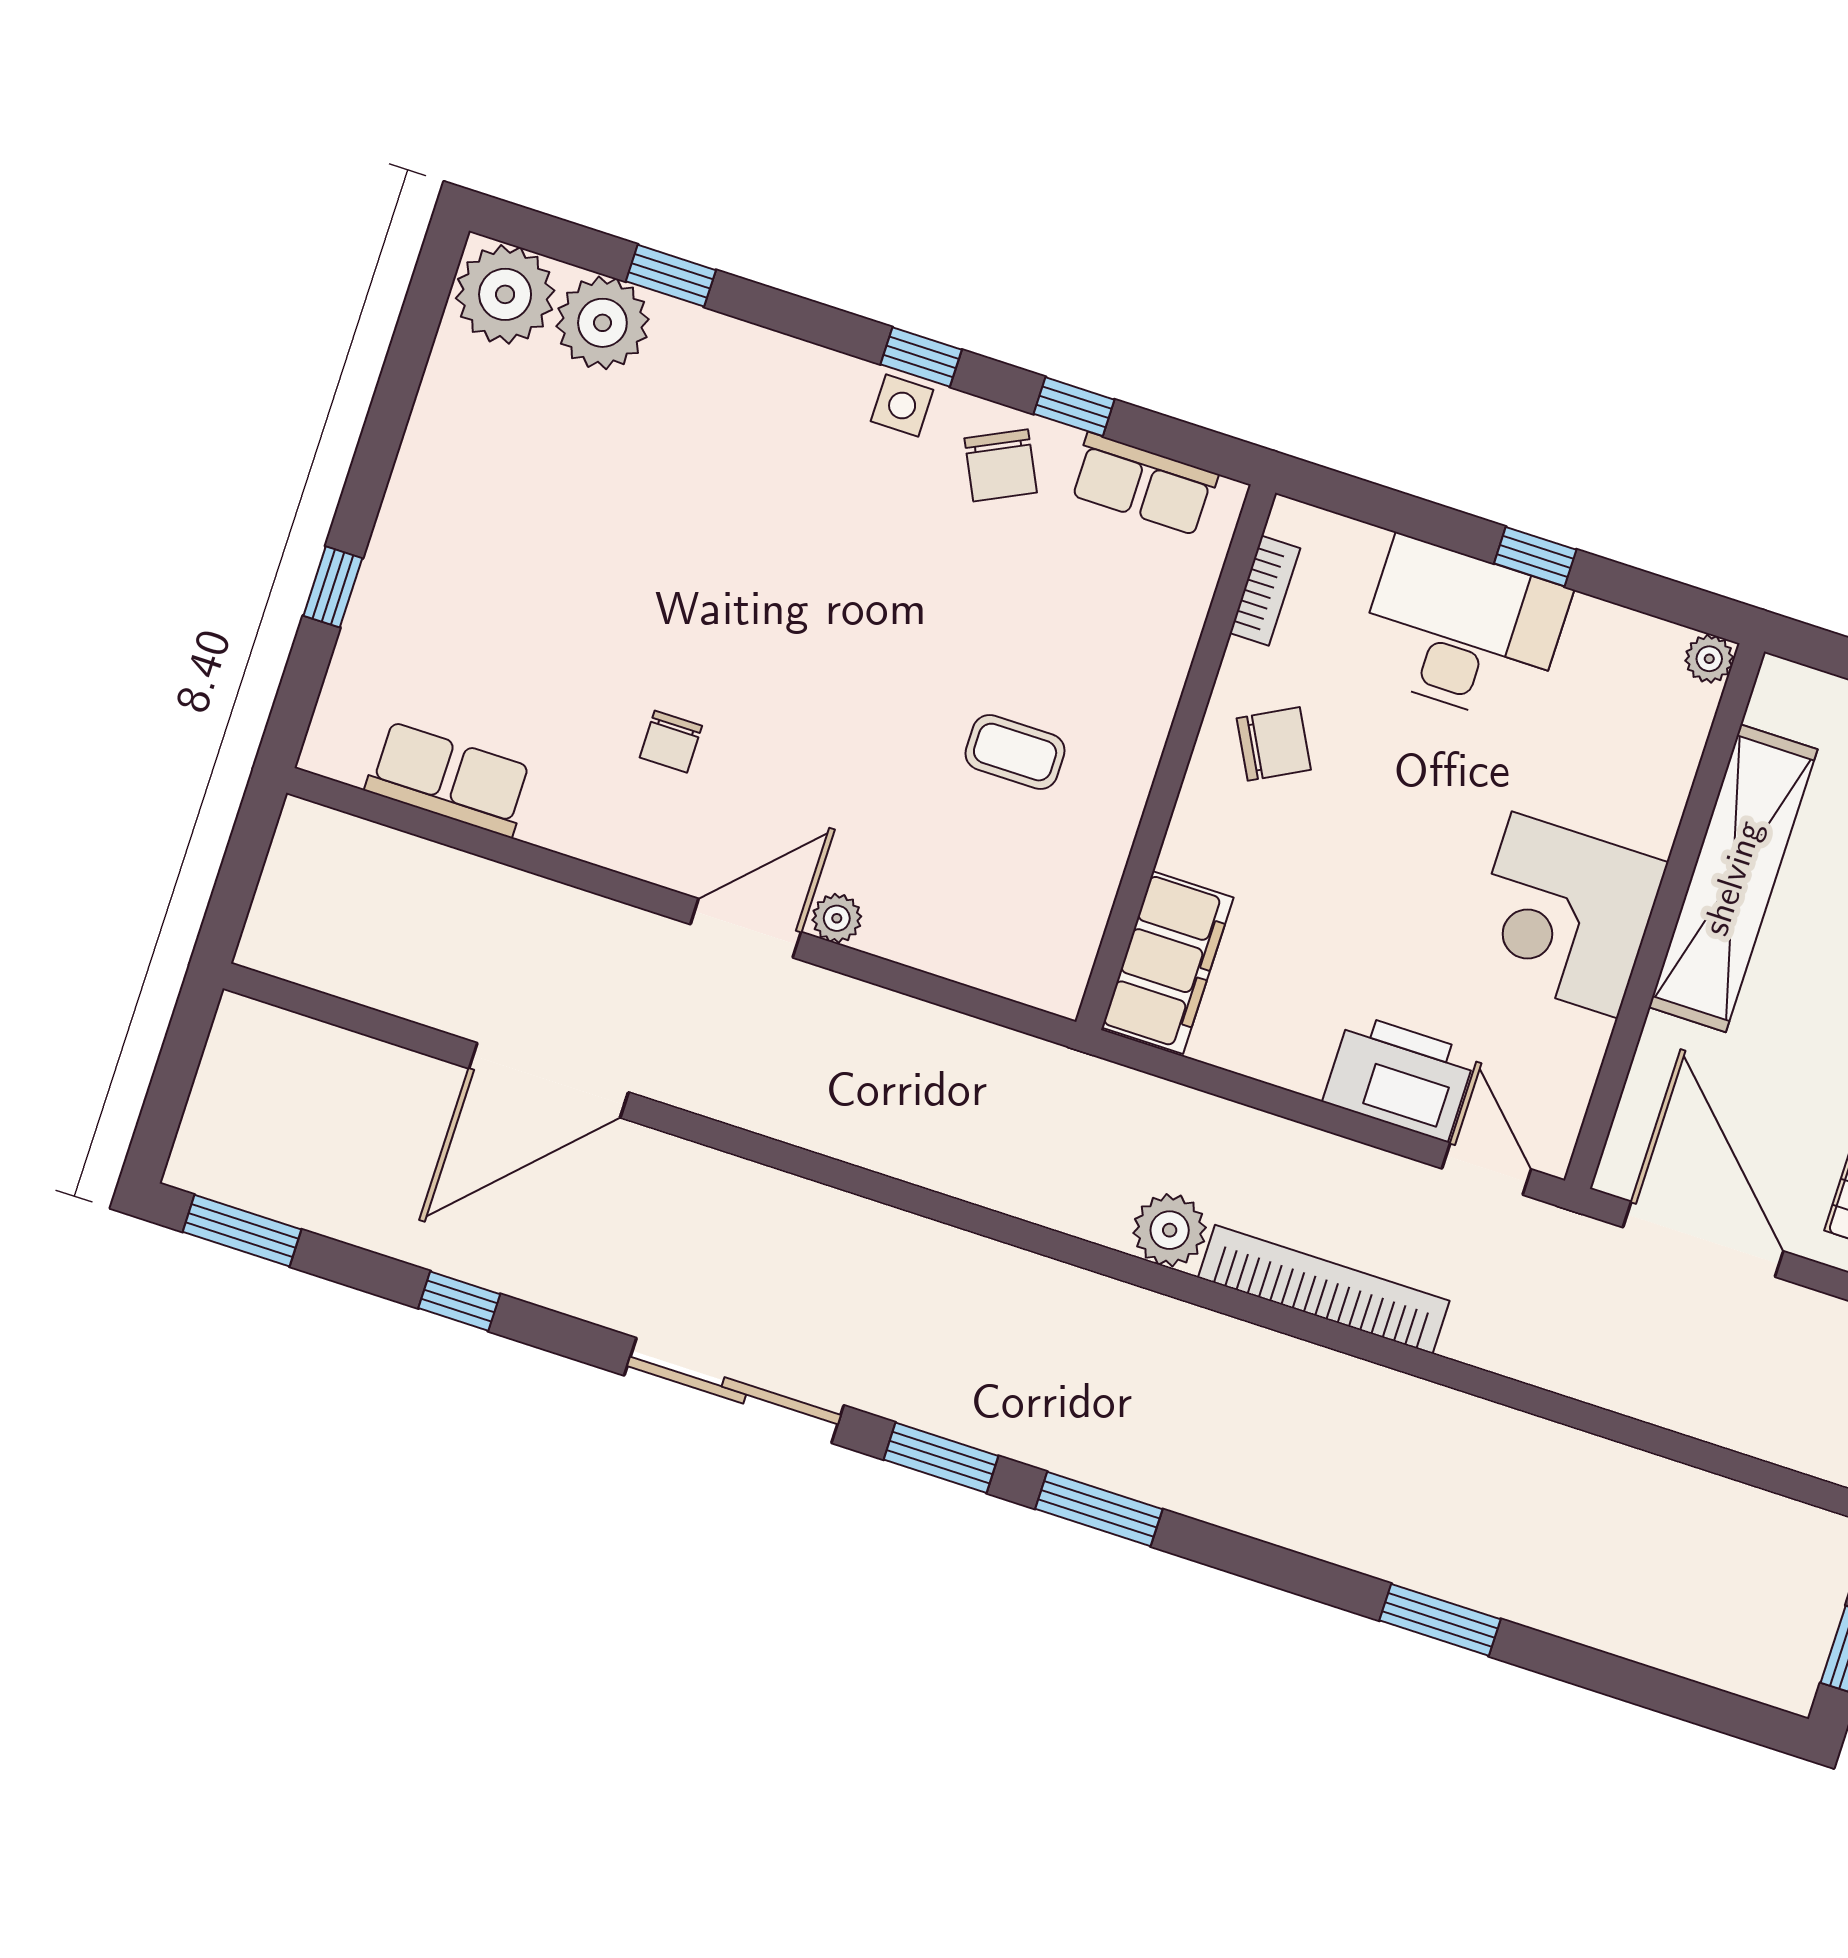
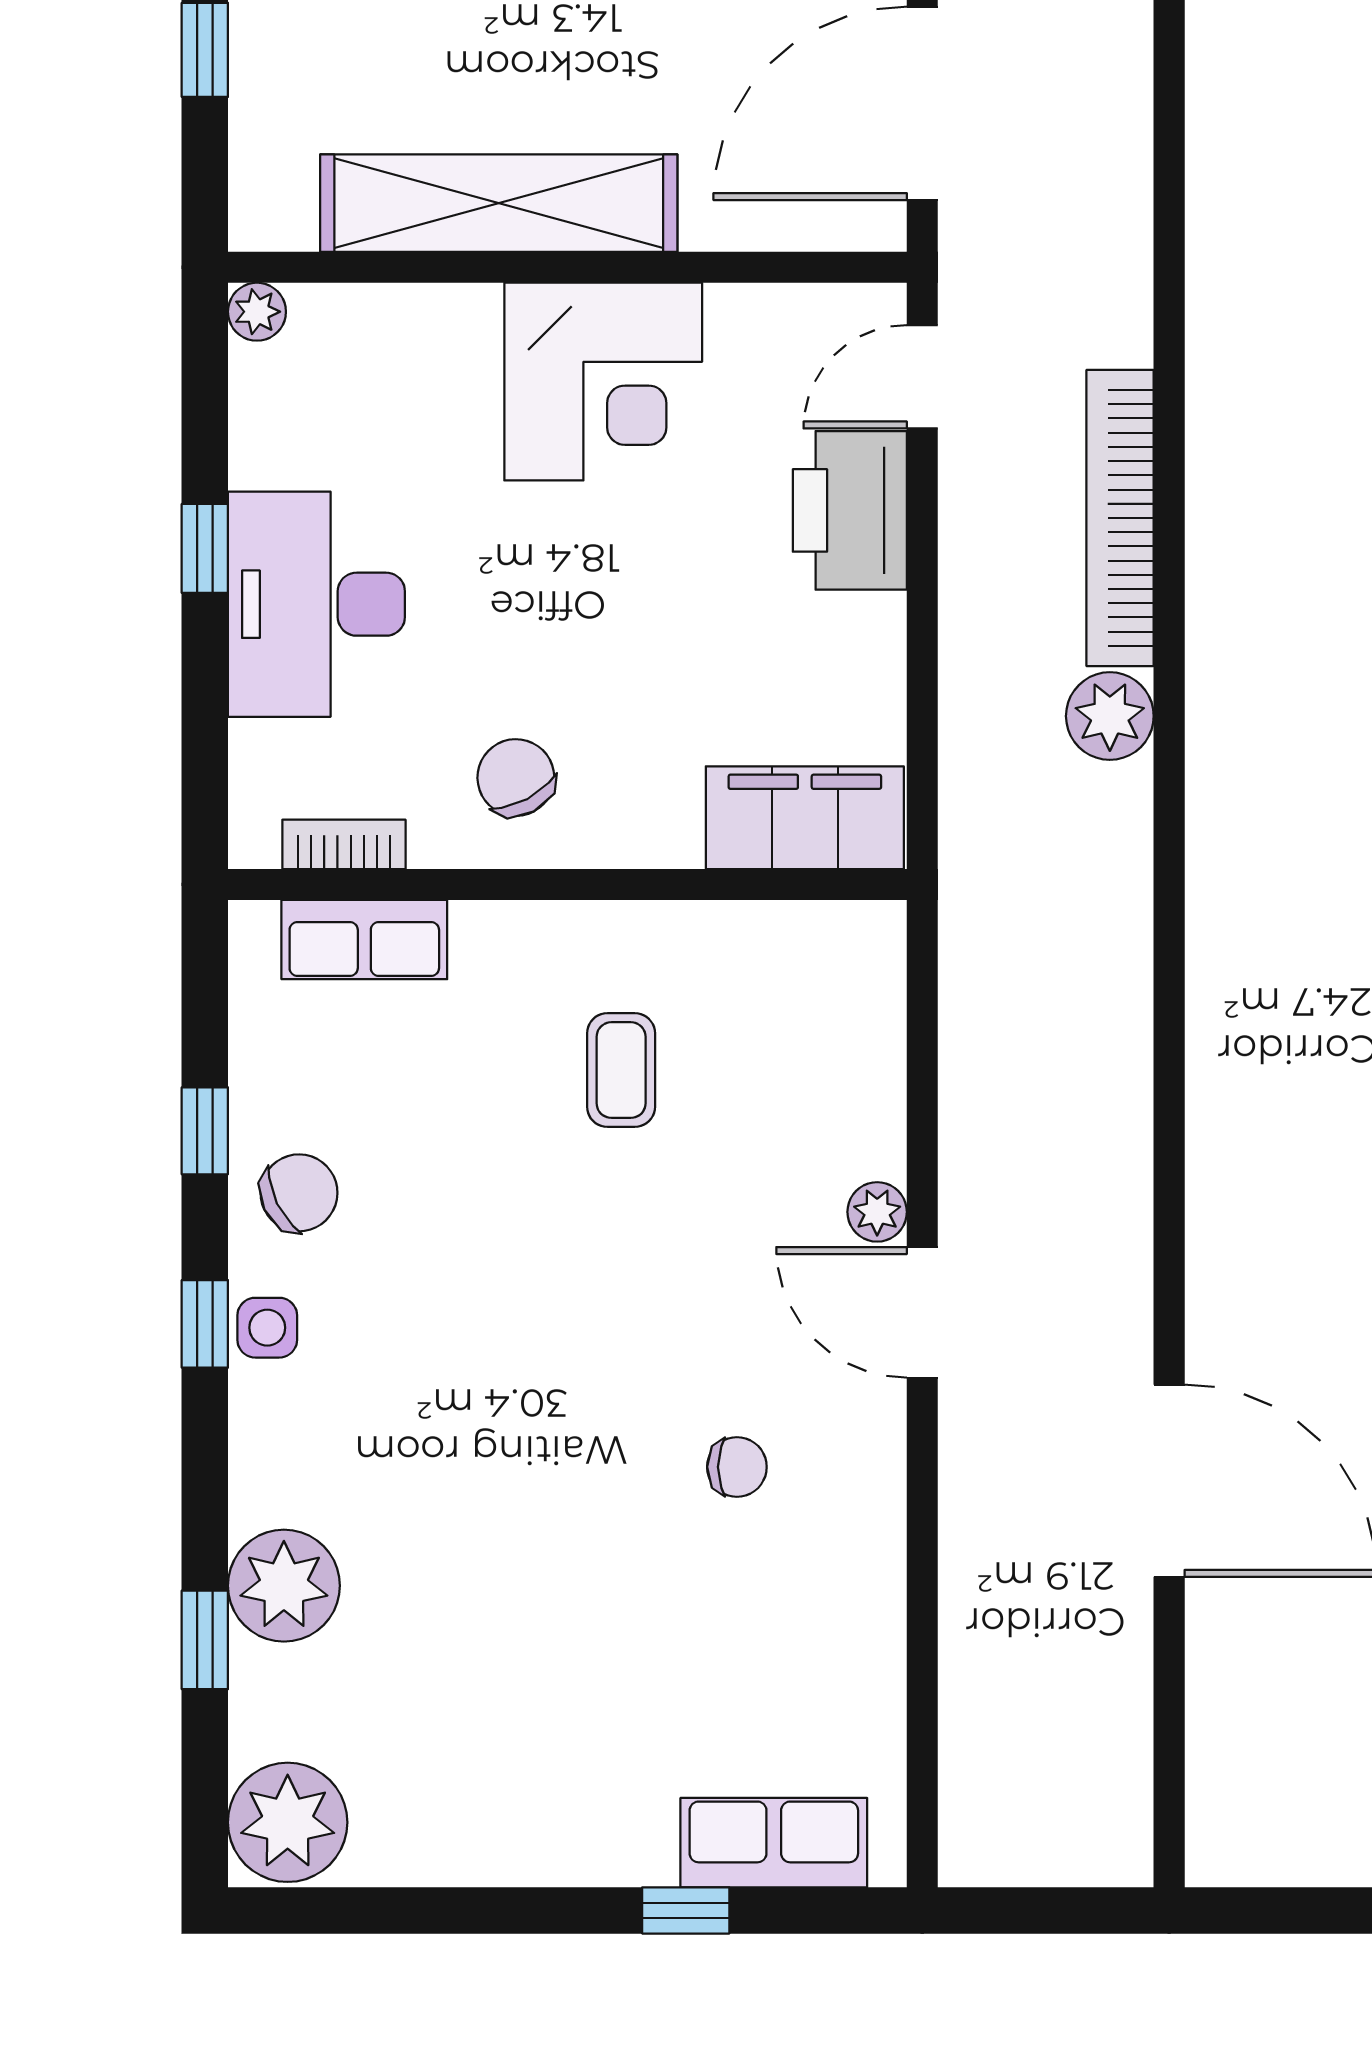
plant: (602, 323) -> (284, 1586), moved
row of seats: (1143, 484) -> (364, 940), moved, turned 90
row of seats: (449, 779) -> (774, 1843), moved, turned 90

